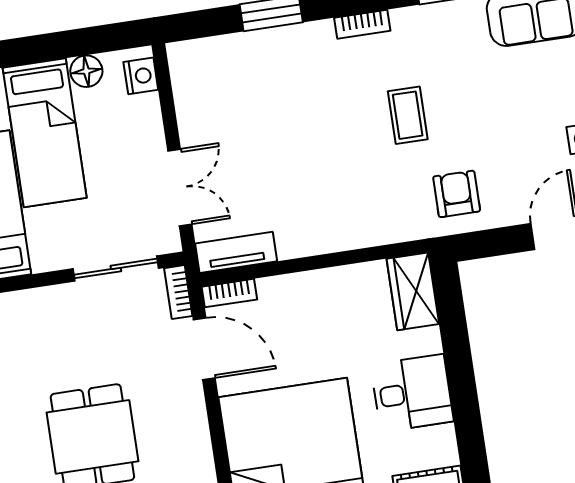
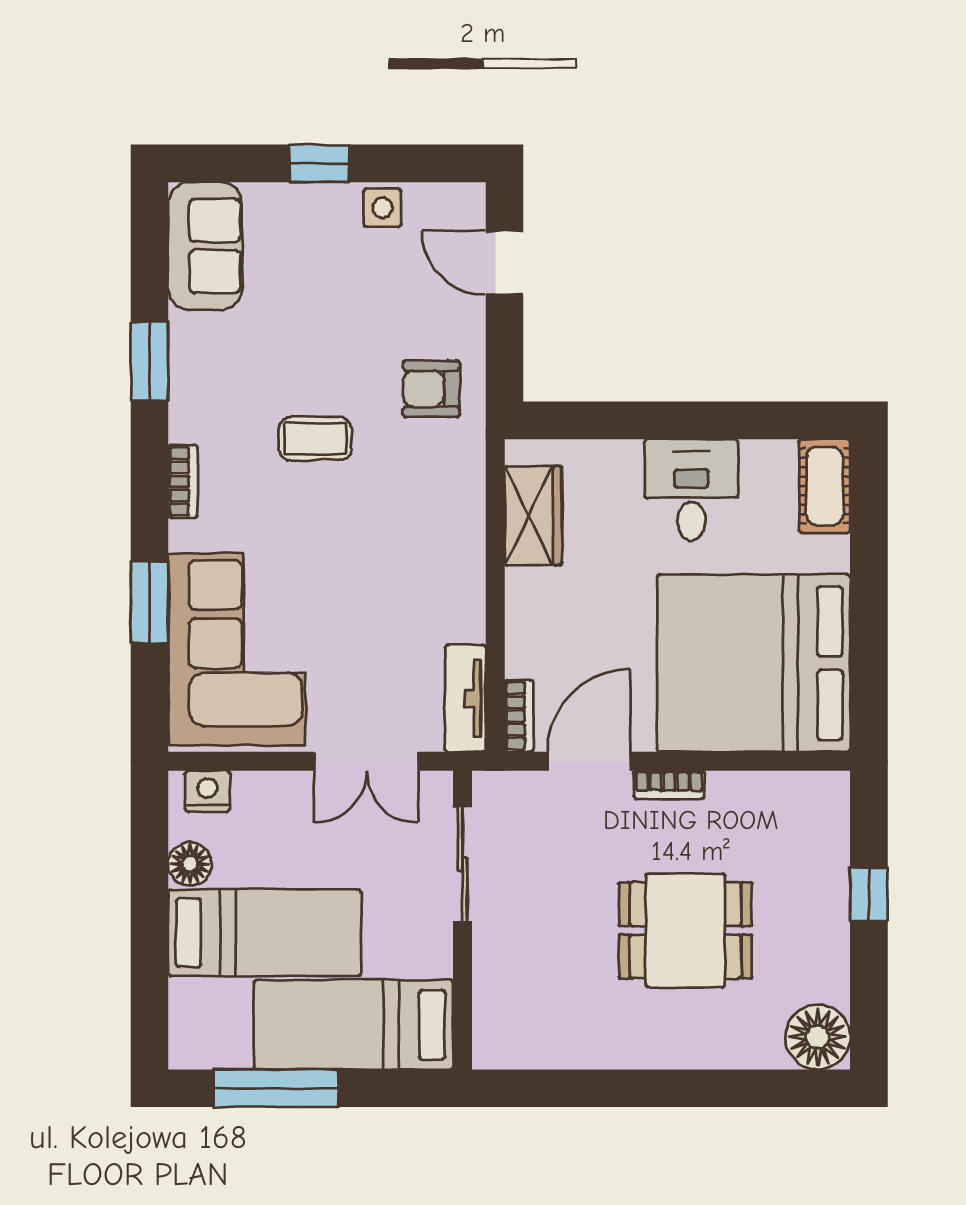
corner sofa: (247, 82) -> (237, 649), added
double door: (180, 187) -> (366, 761), swing flipped
wardrobe: (413, 291) -> (533, 516), moved, turned -90
bookcase: (178, 292) -> (669, 785), moved

